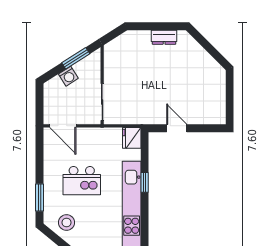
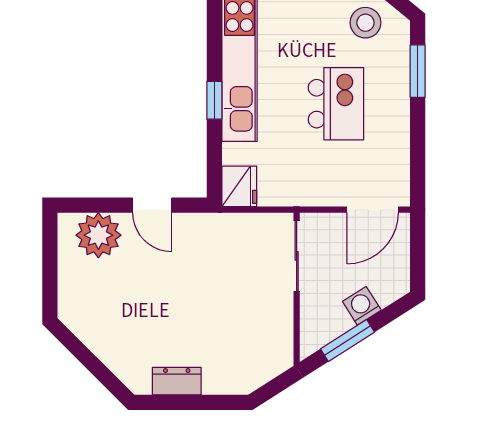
plant: (205, 113) -> (98, 235), added
door: (63, 126) -> (373, 210), swing flipped
kitchen island: (82, 181) -> (336, 104), turned 90

